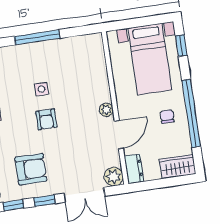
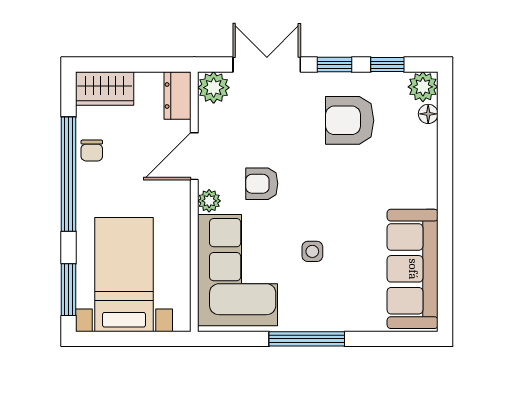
window: (181, 45) -> (69, 290), width x1.50
corner sofa: (84, 71) -> (238, 270), added
chair: (167, 116) -> (92, 151), moved
armchair: (46, 119) -> (262, 184), moved, turned -90

